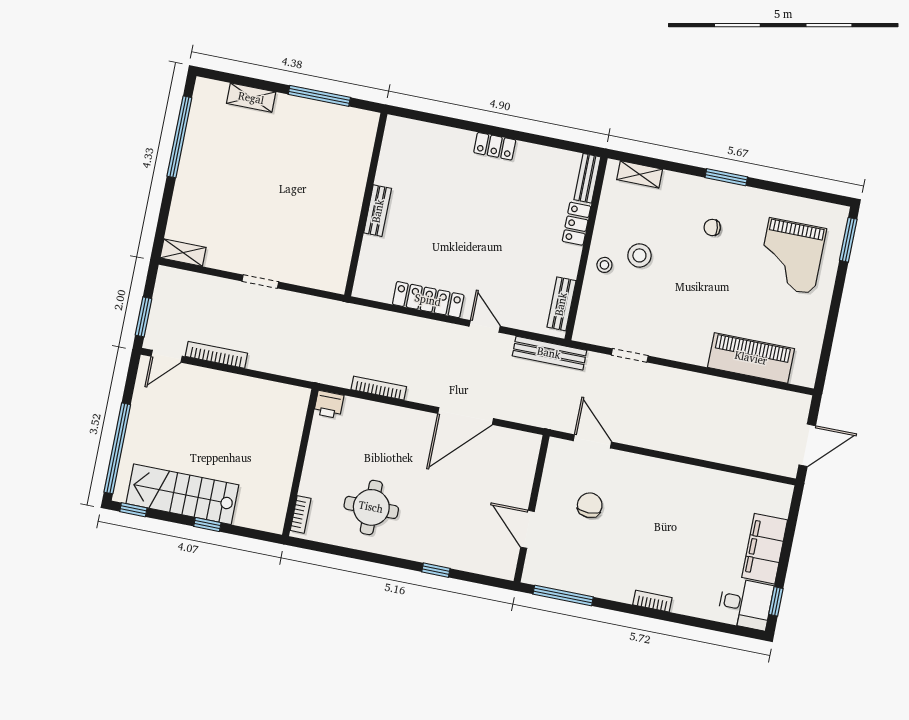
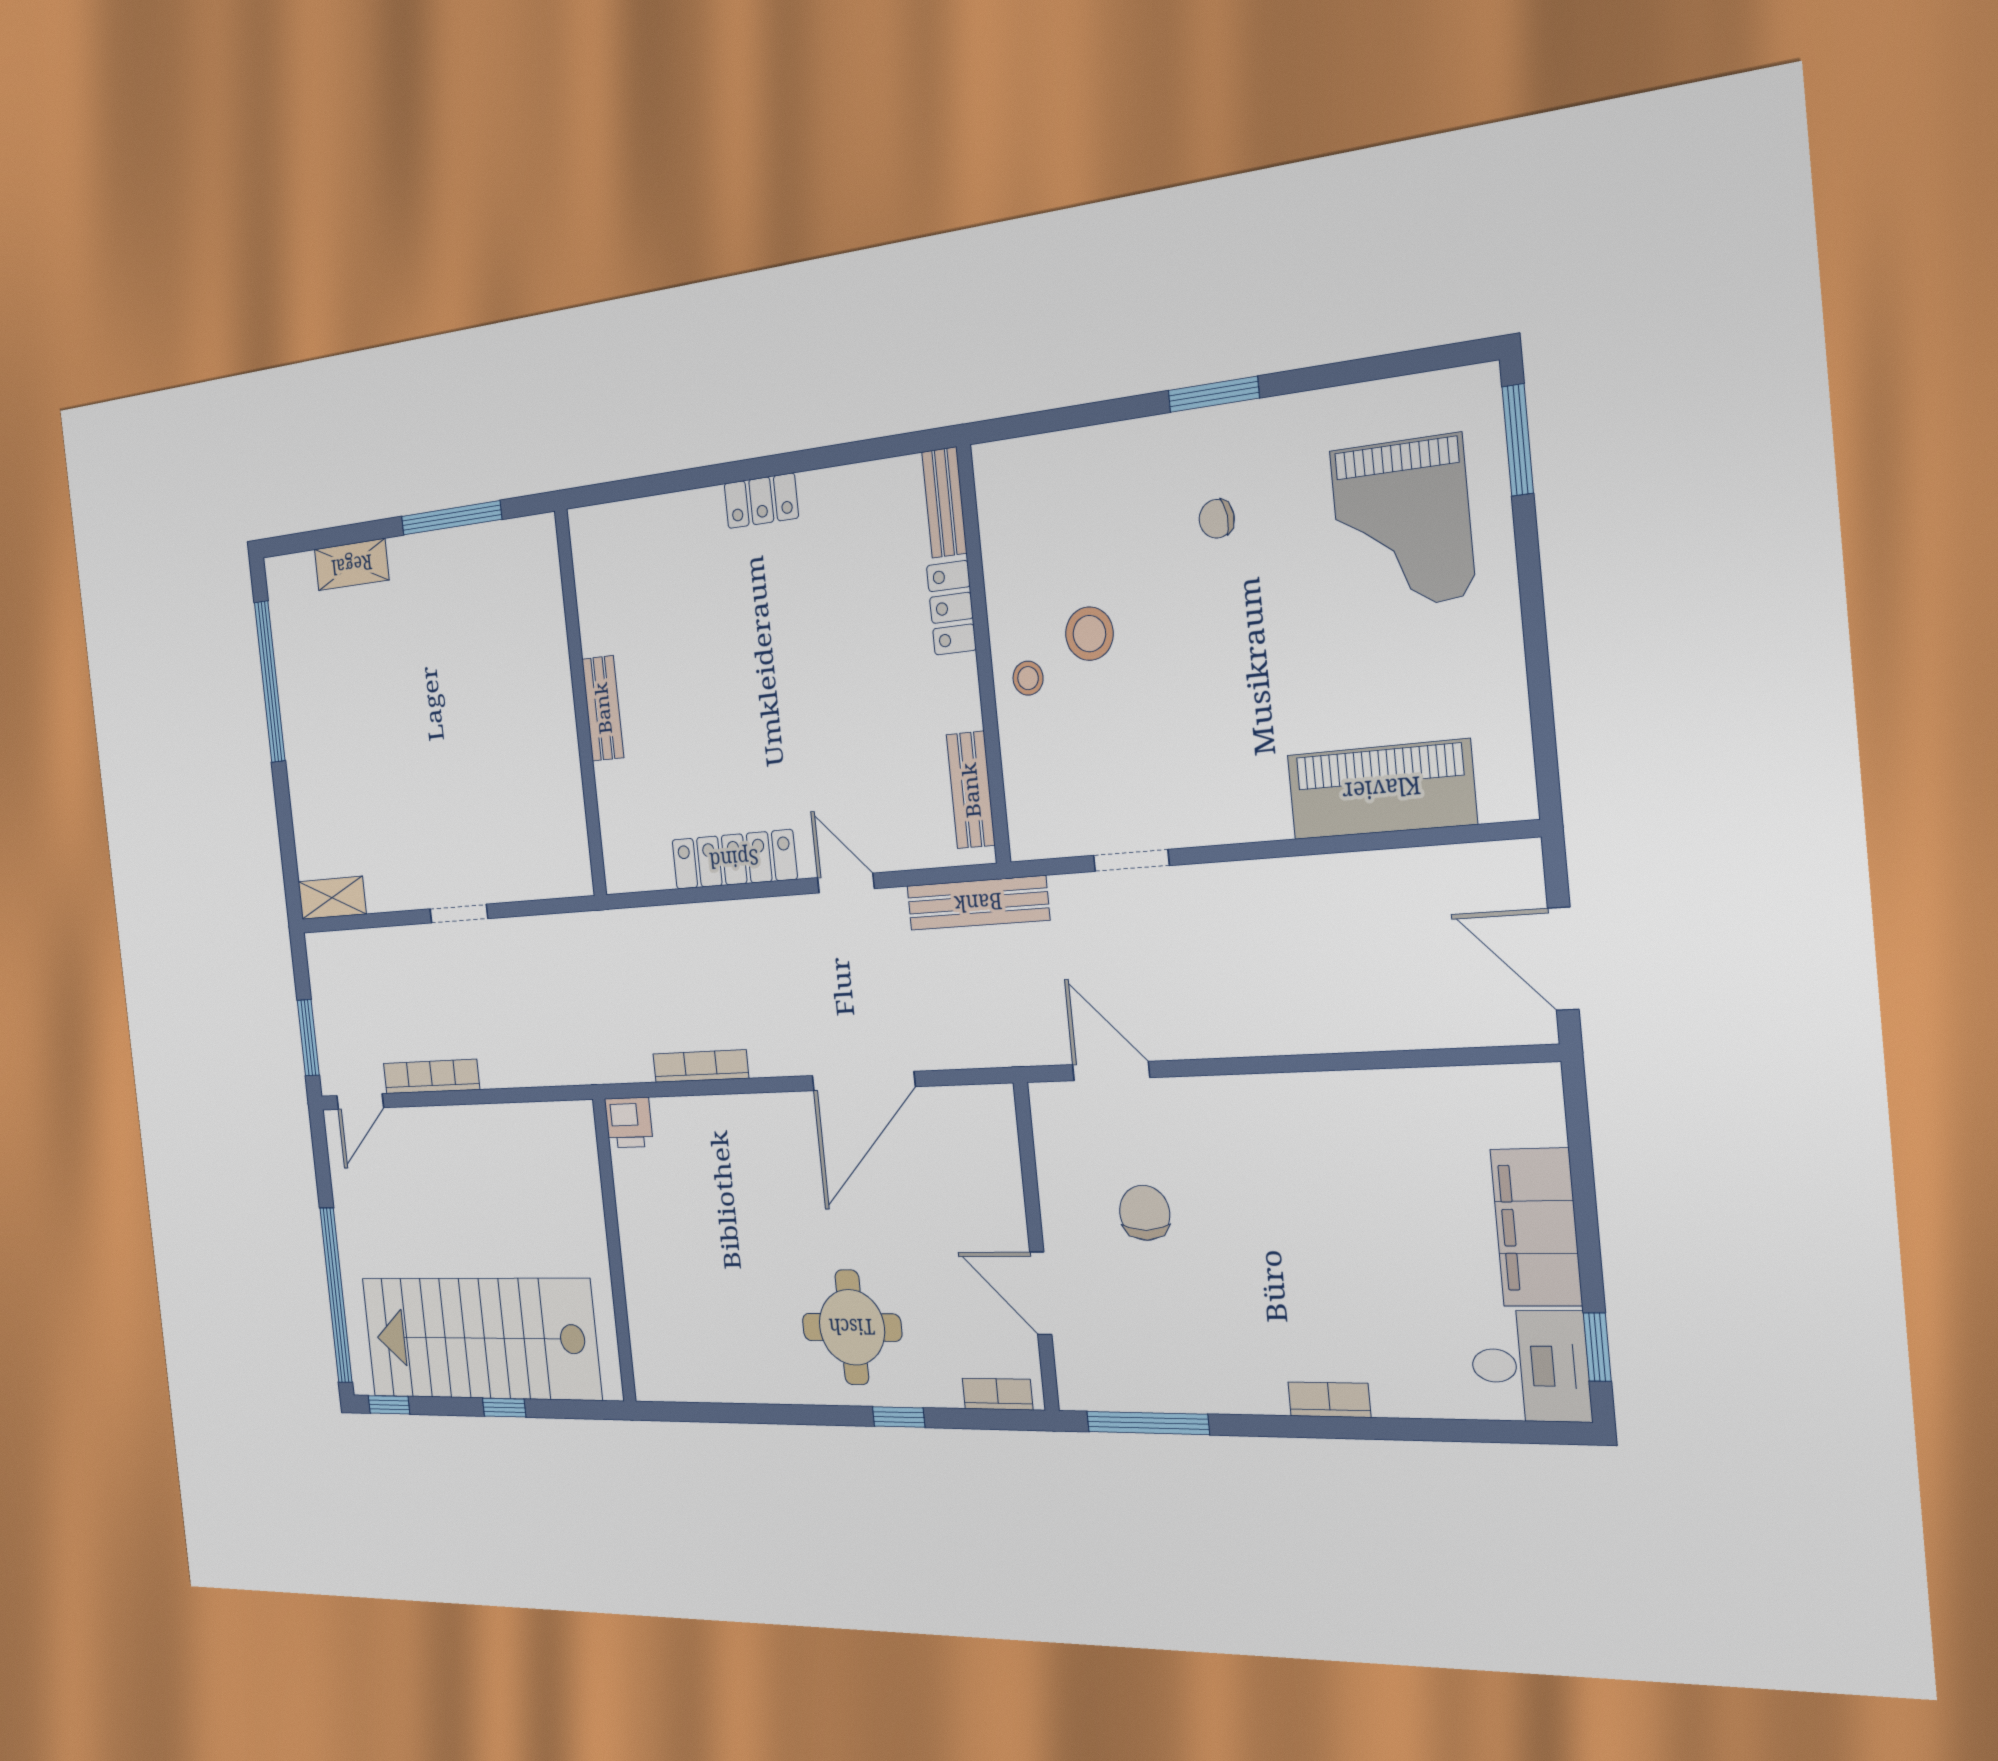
shelving: (640, 174) -> (1041, 456), removed
door: (807, 445) -> (1563, 959), swing flipped
stairs: (182, 494) -> (480, 1338), width x1.36, depth x1.51
round table: (371, 507) -> (852, 1327), moved
bookcase: (301, 514) -> (998, 1394), moved, turned -90

